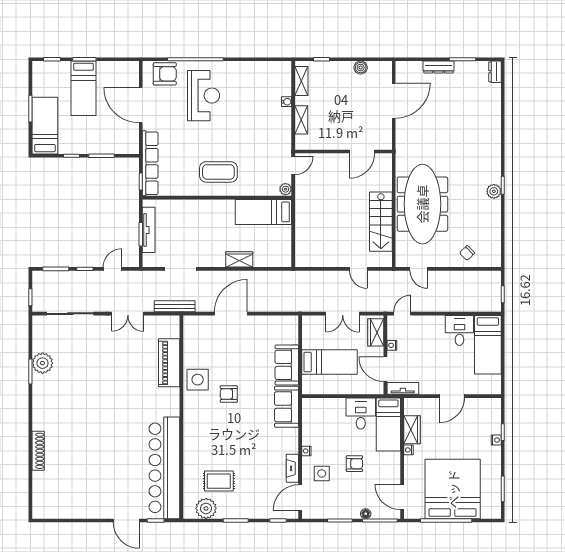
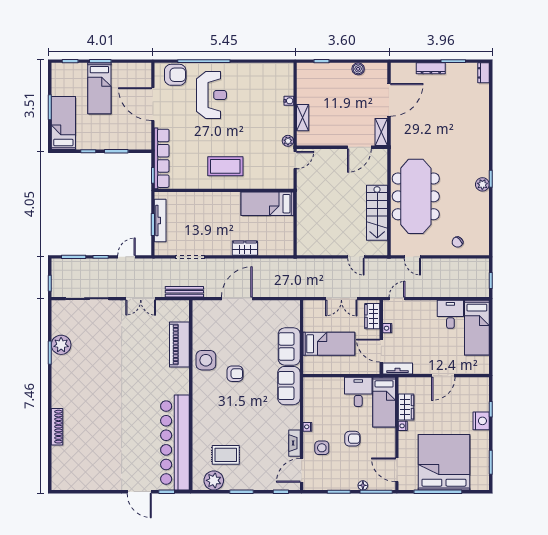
shelving: (301, 81) -> (381, 132), moved
plant: (285, 189) -> (288, 141), moved
armchair: (229, 394) -> (235, 374), turned 180
nightstand: (496, 440) -> (481, 421), width x1.89, depth x1.79

